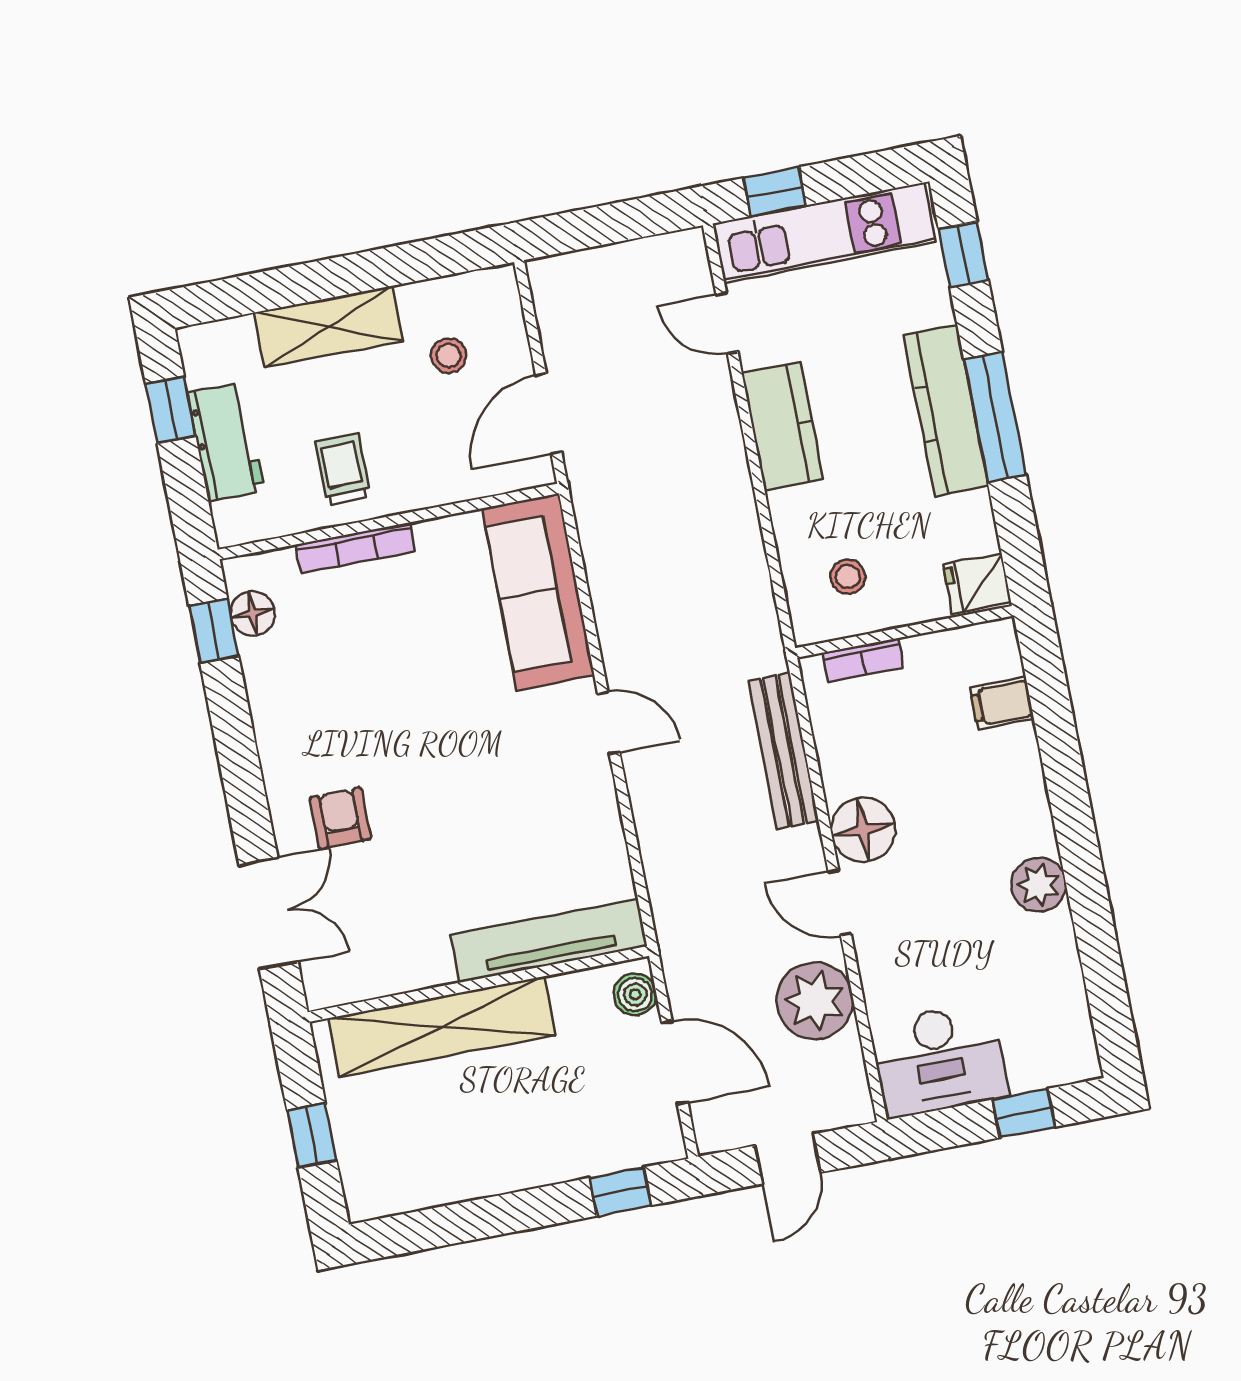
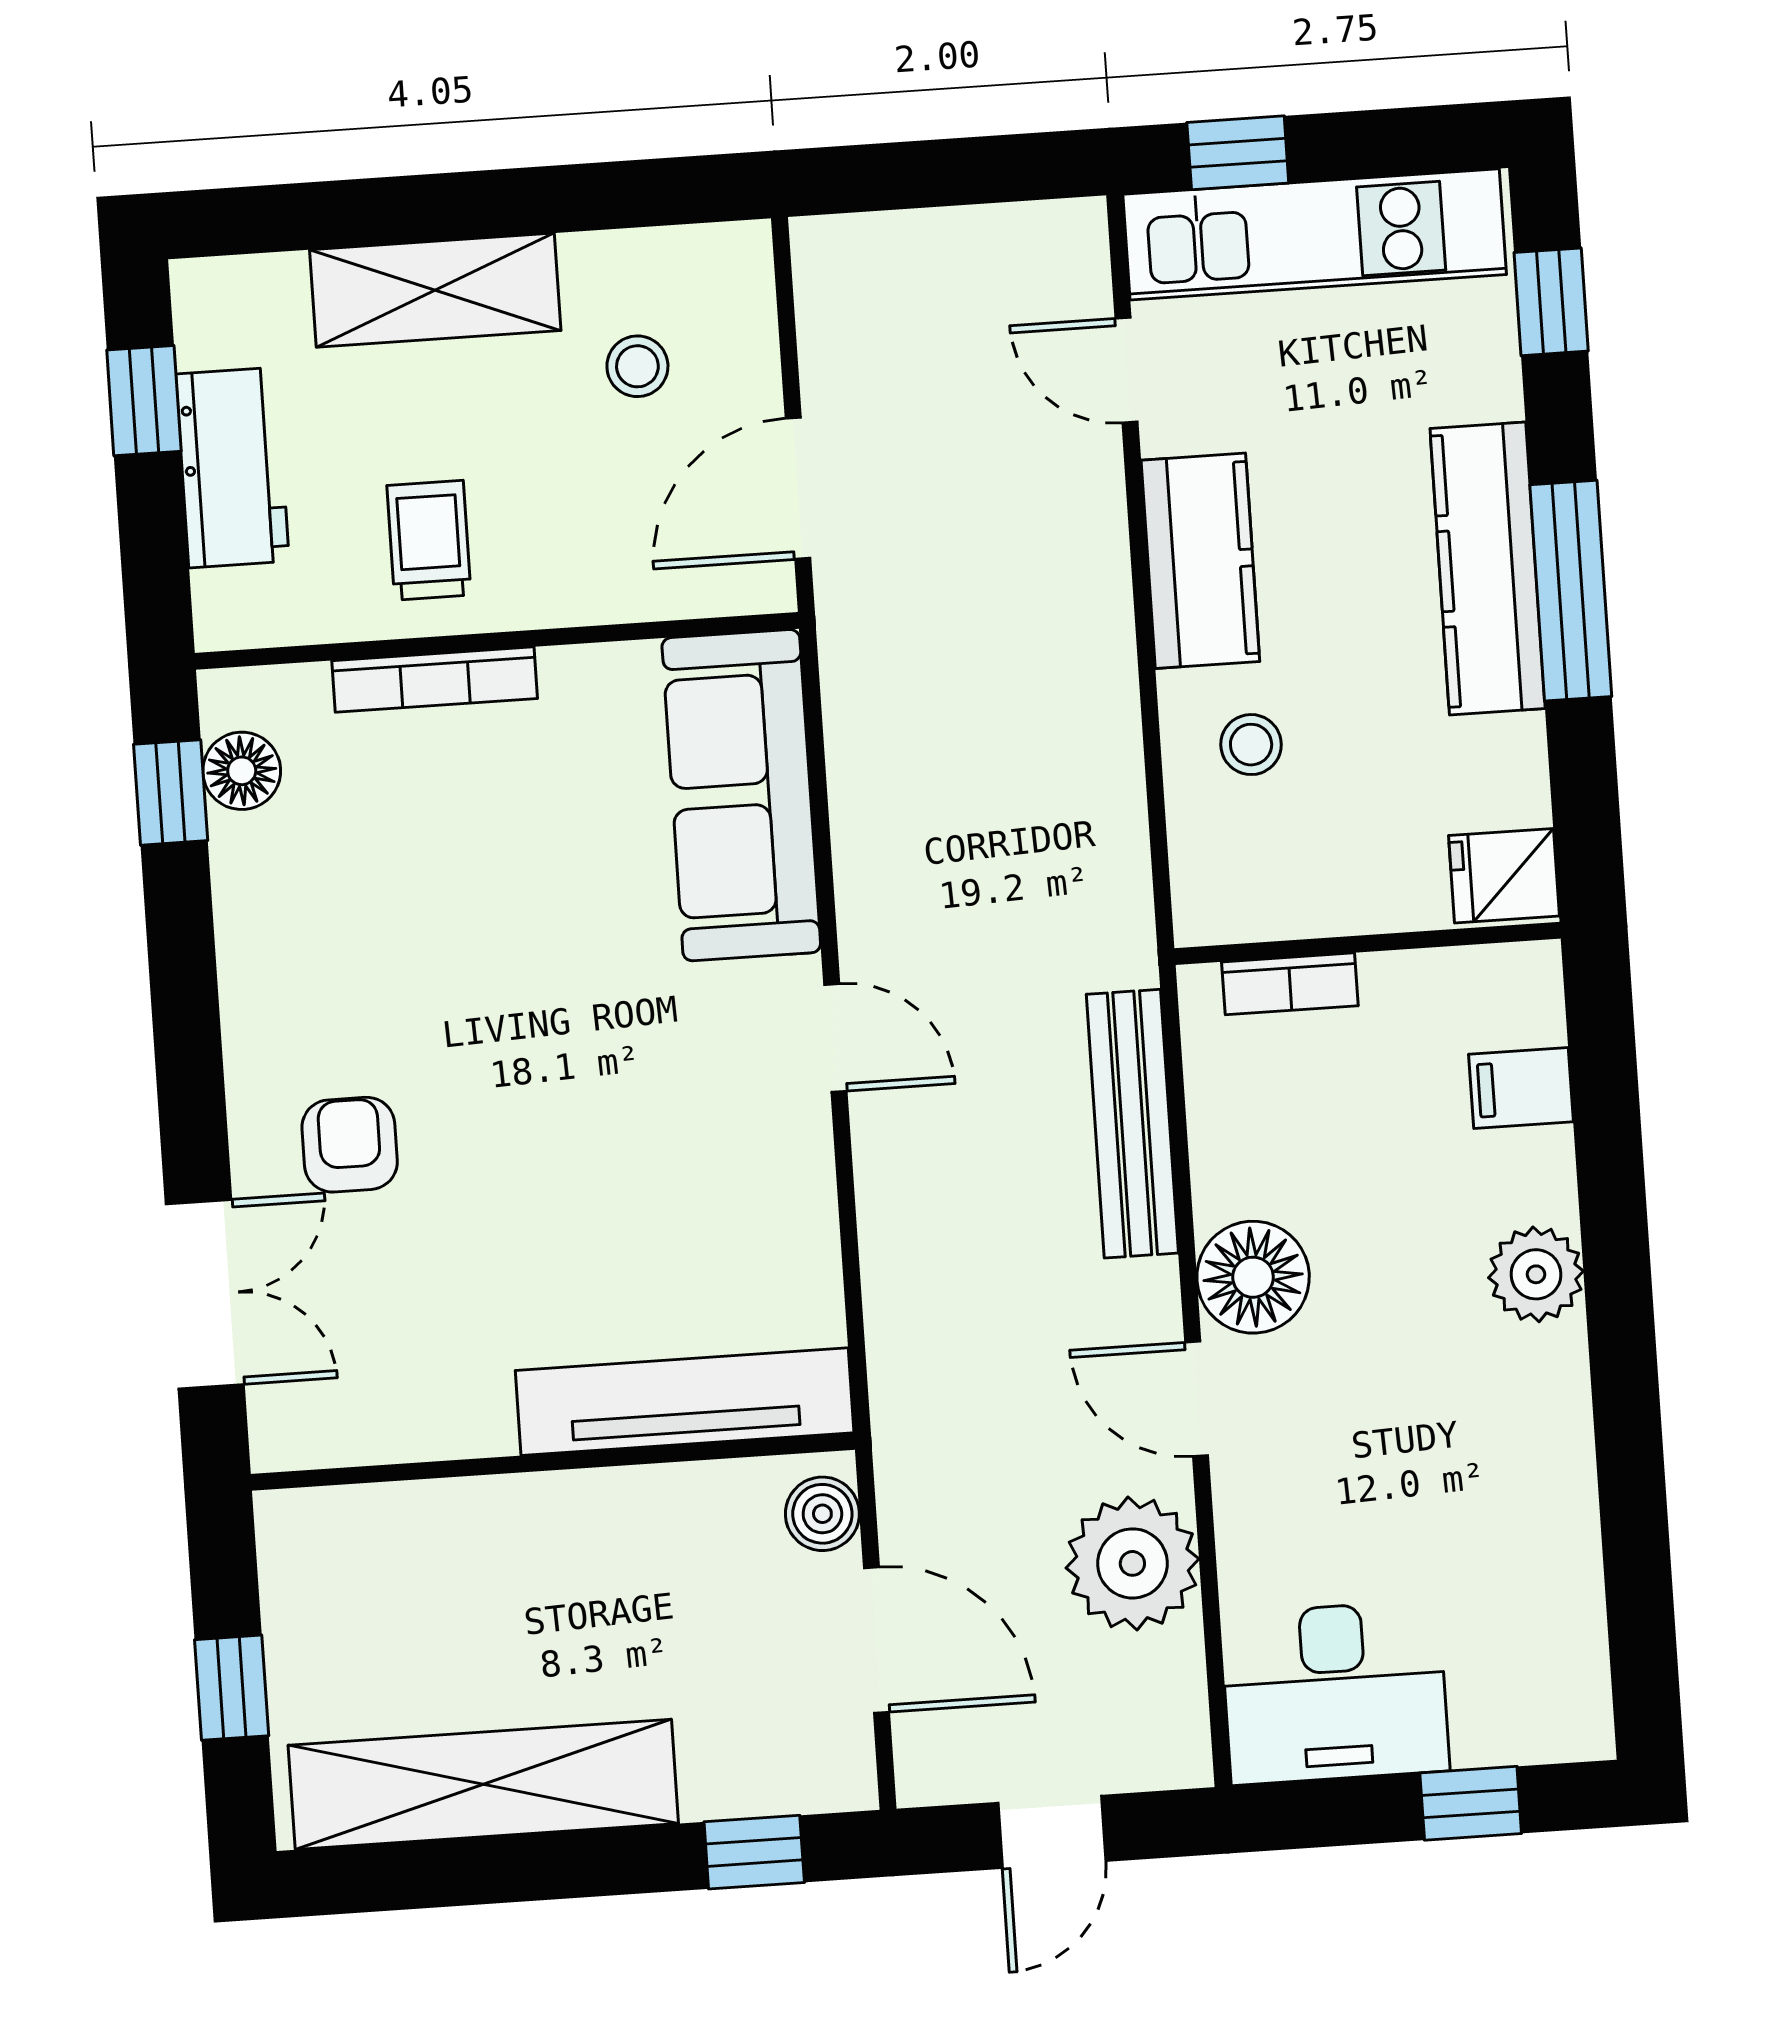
stool: (848, 576) -> (1251, 745), moved
plant: (1039, 885) -> (1536, 1274), moved
shelving: (442, 1027) -> (483, 1784), moved

